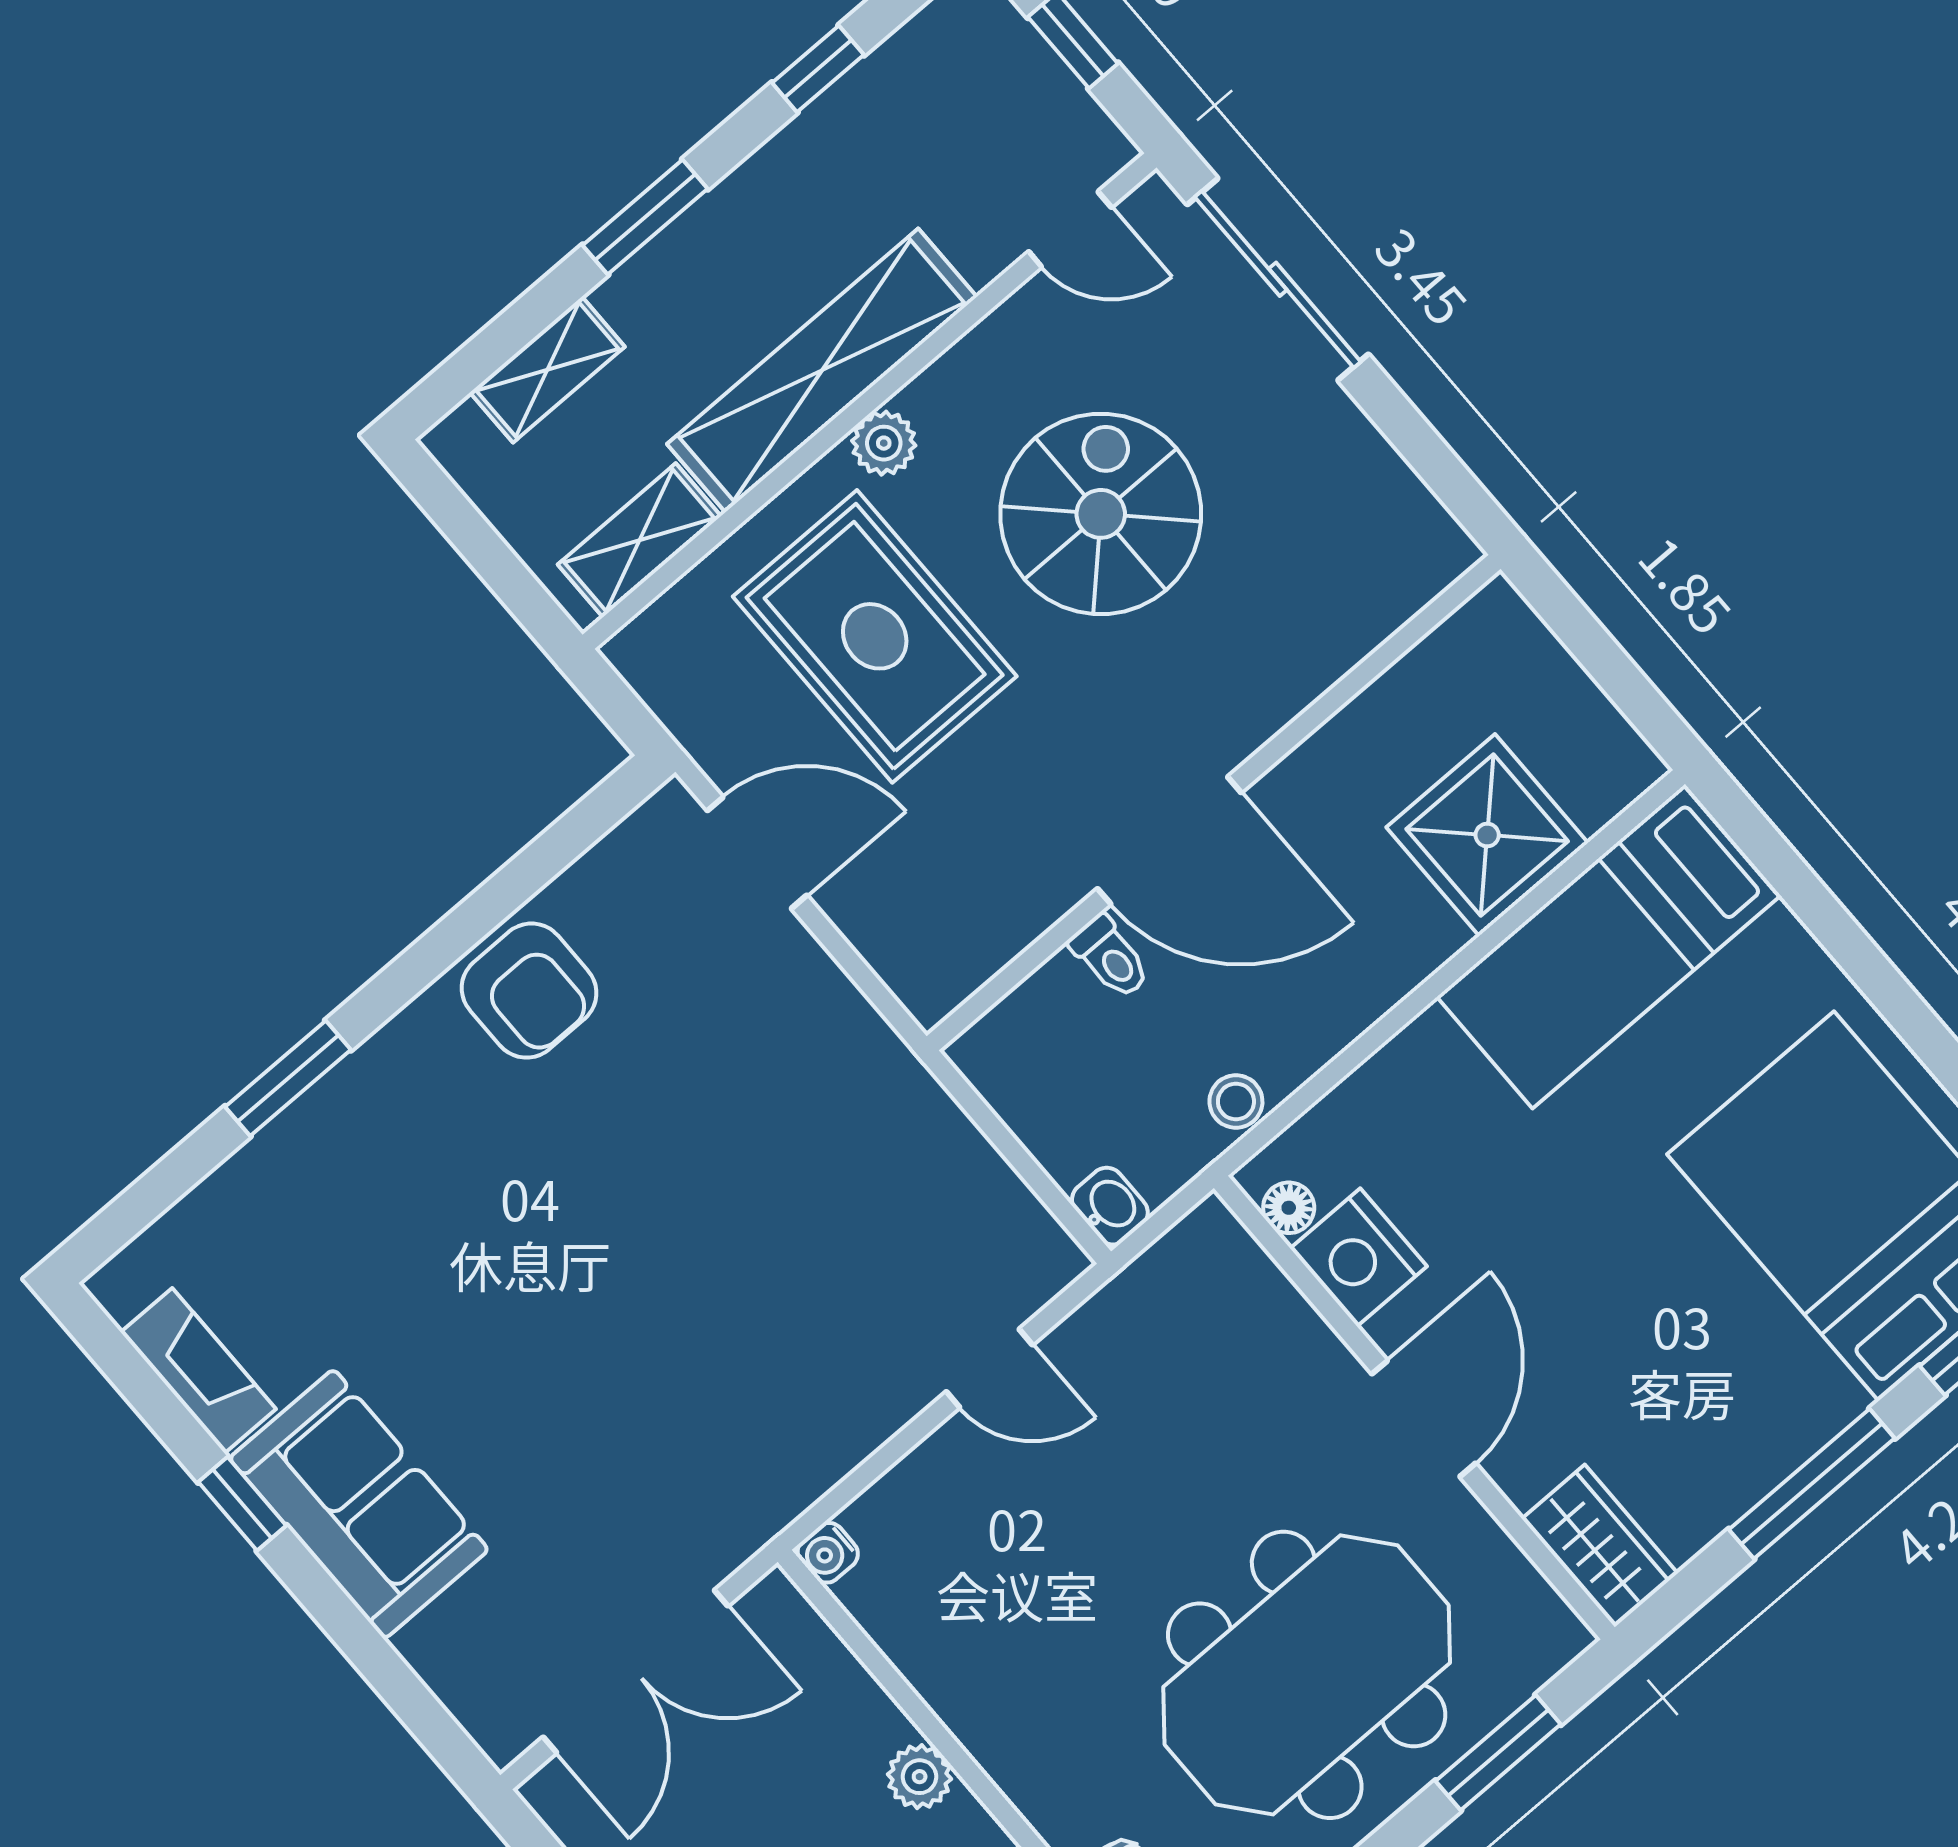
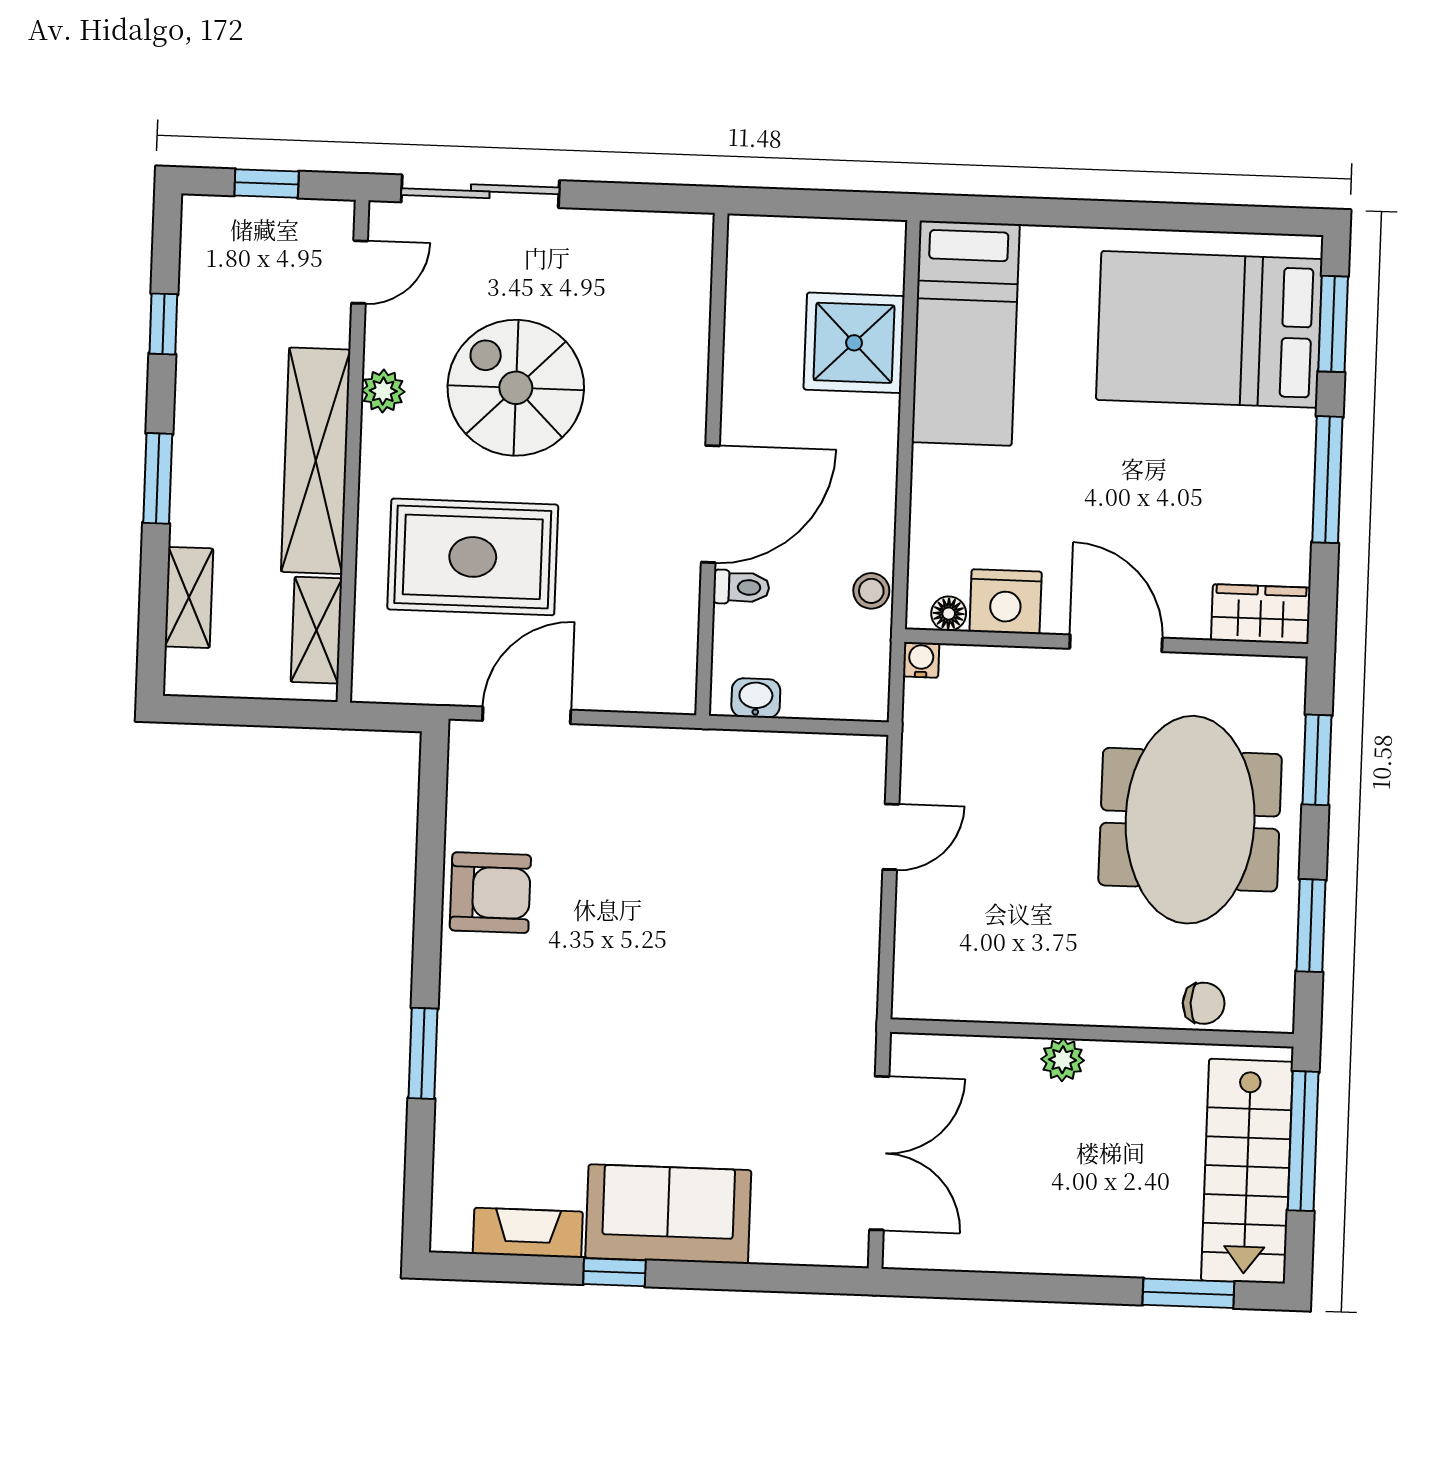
plant: (884, 443) -> (383, 391), moved
washbasin: (1110, 1206) -> (756, 698), moved
water cooler: (828, 1553) -> (921, 660), moved, turned 180

